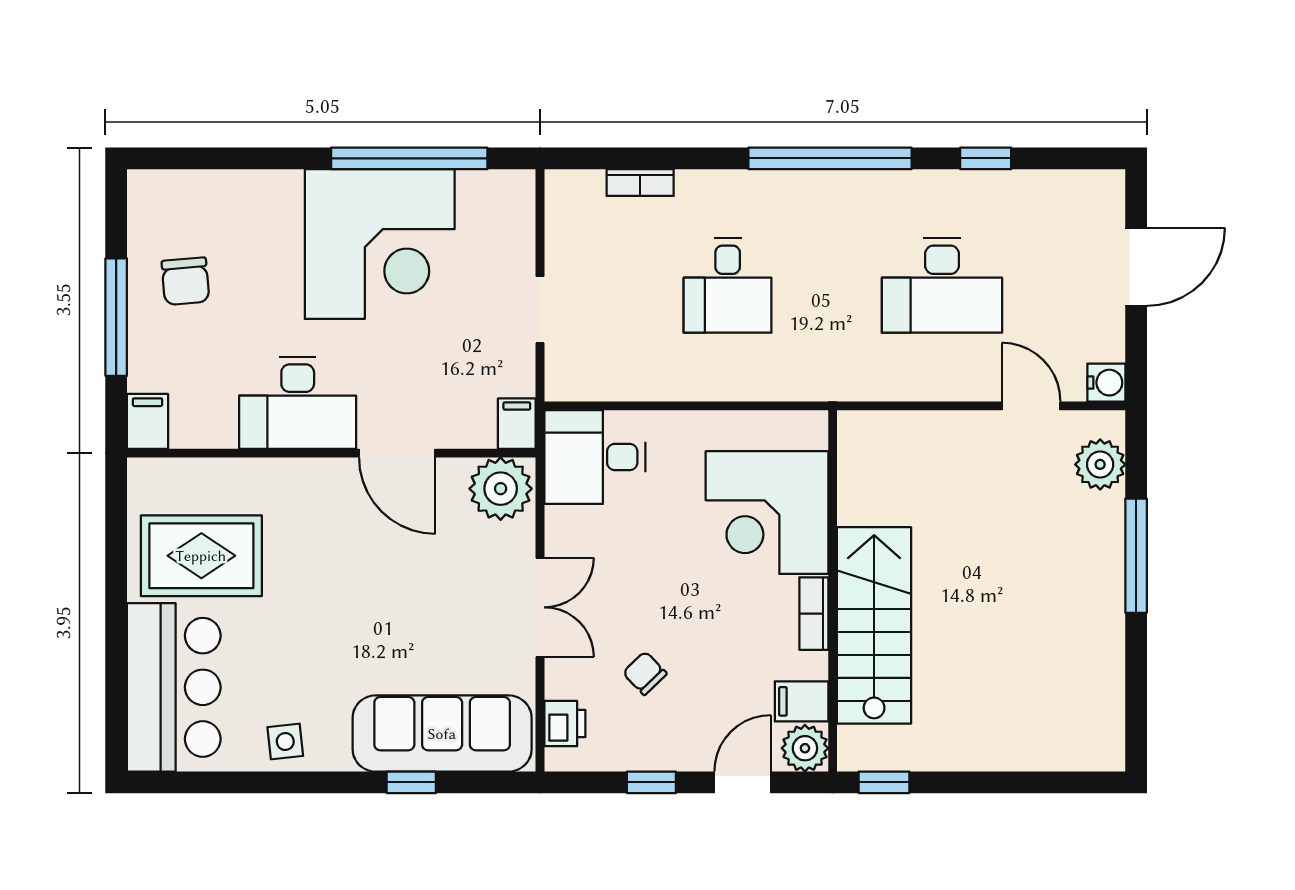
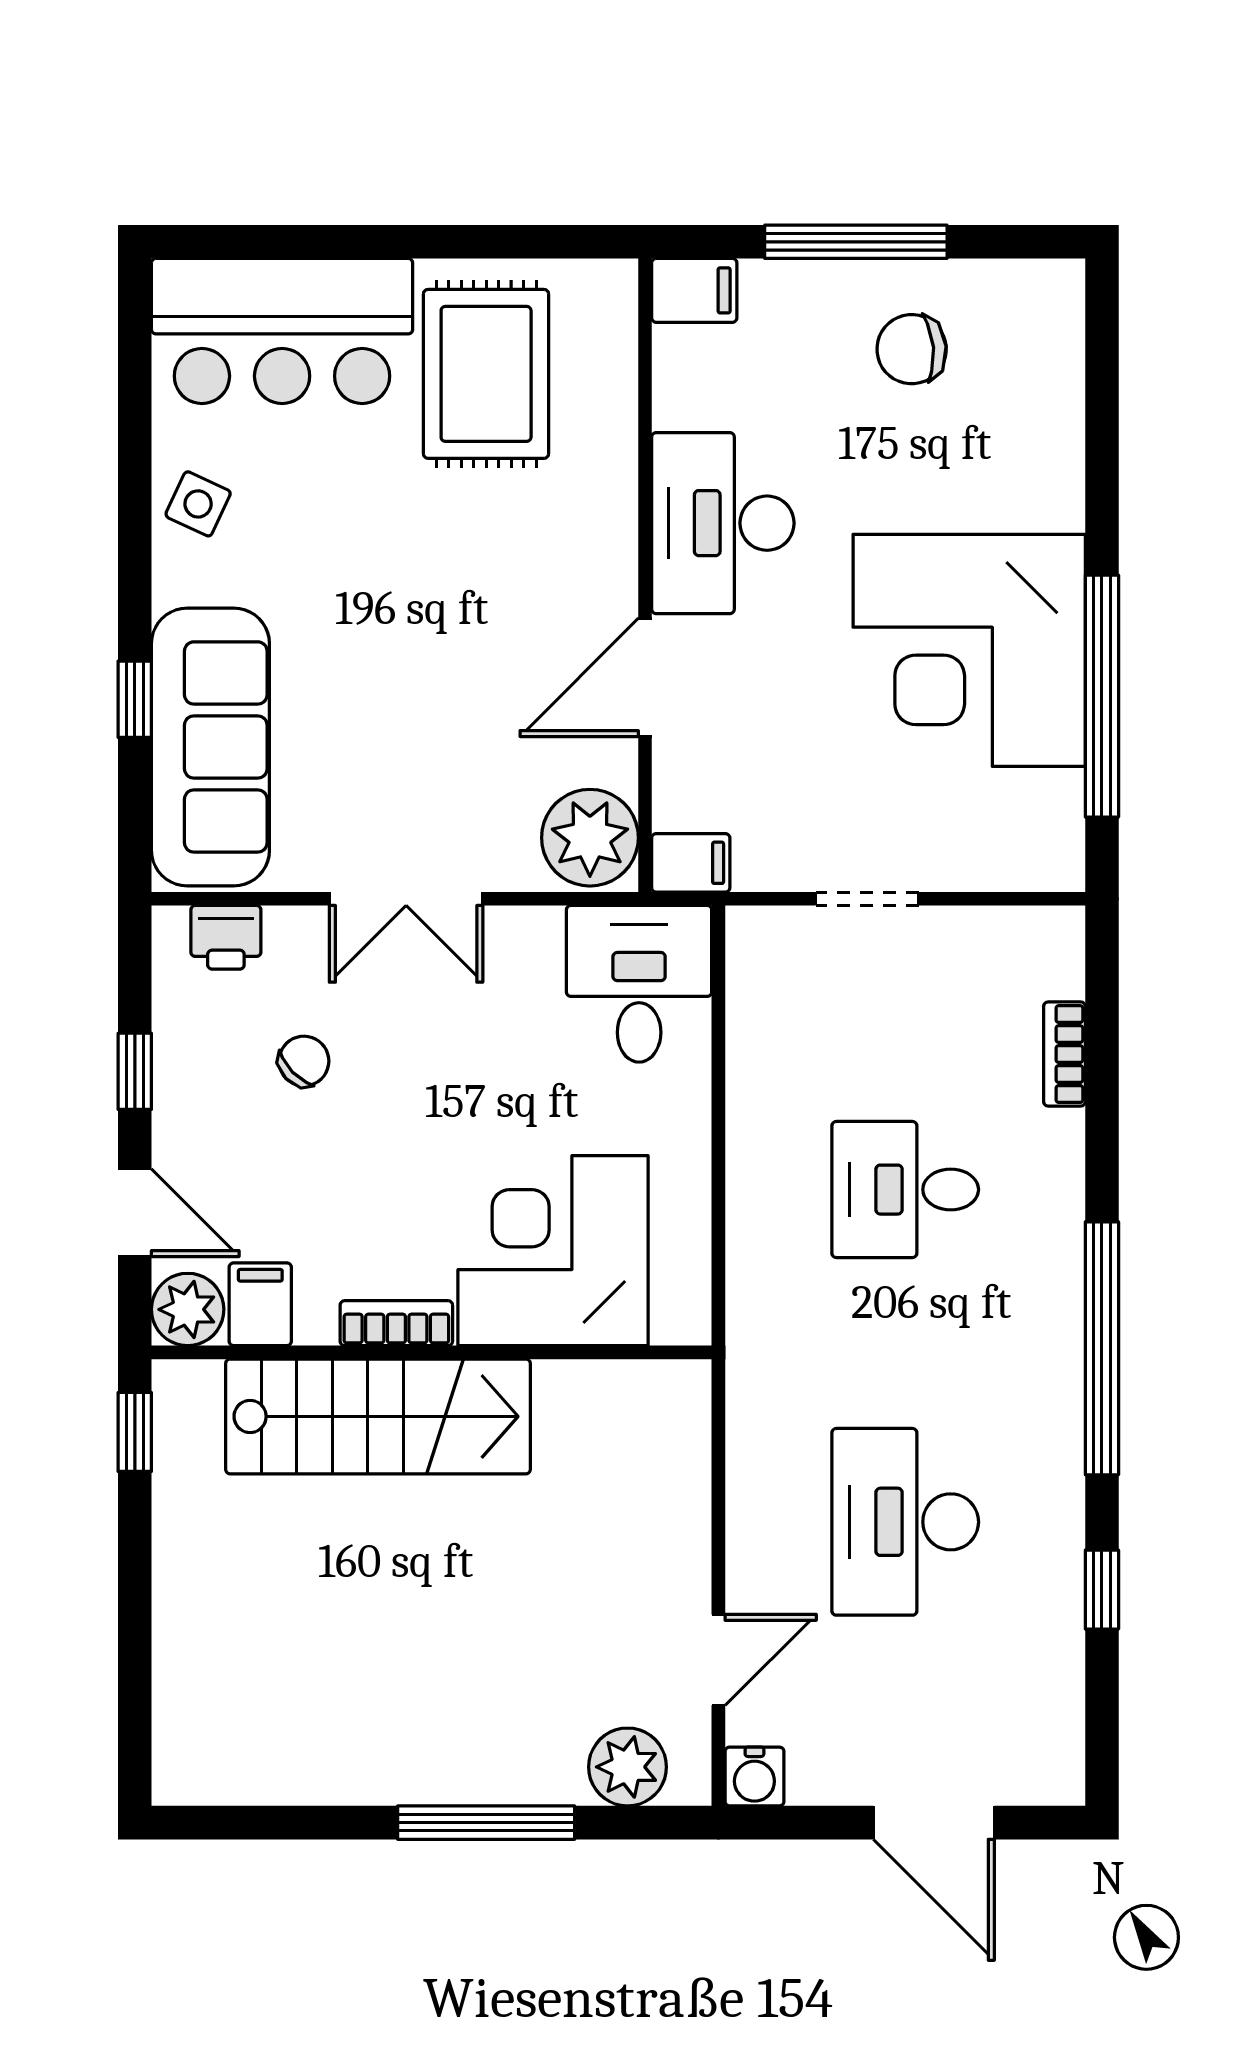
side table: (285, 741) -> (198, 504), turned 31

